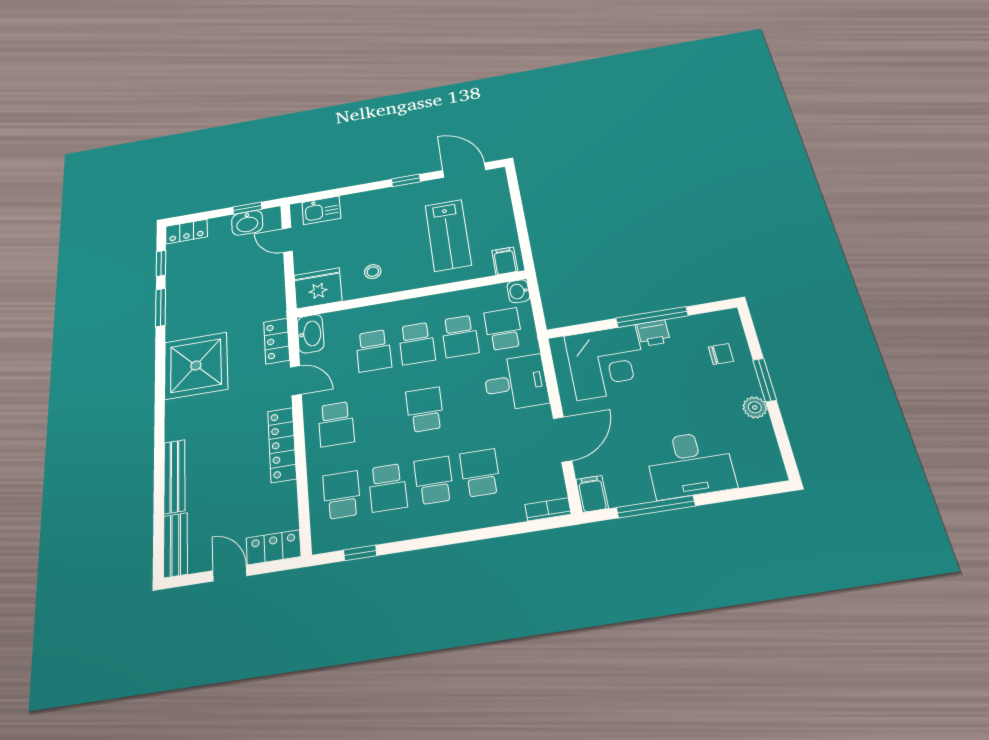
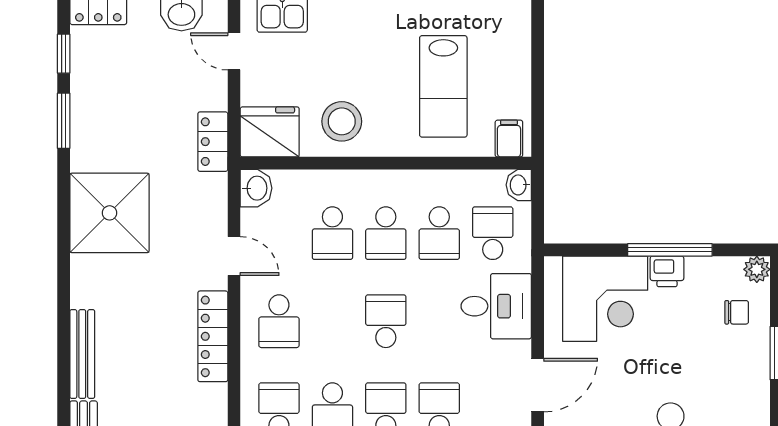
stool: (373, 272) -> (342, 121), width x1.89, depth x1.89
washbasin: (310, 334) -> (256, 188), width x0.72
locker: (277, 341) -> (213, 142), moved
plant: (755, 407) -> (757, 269), moved

